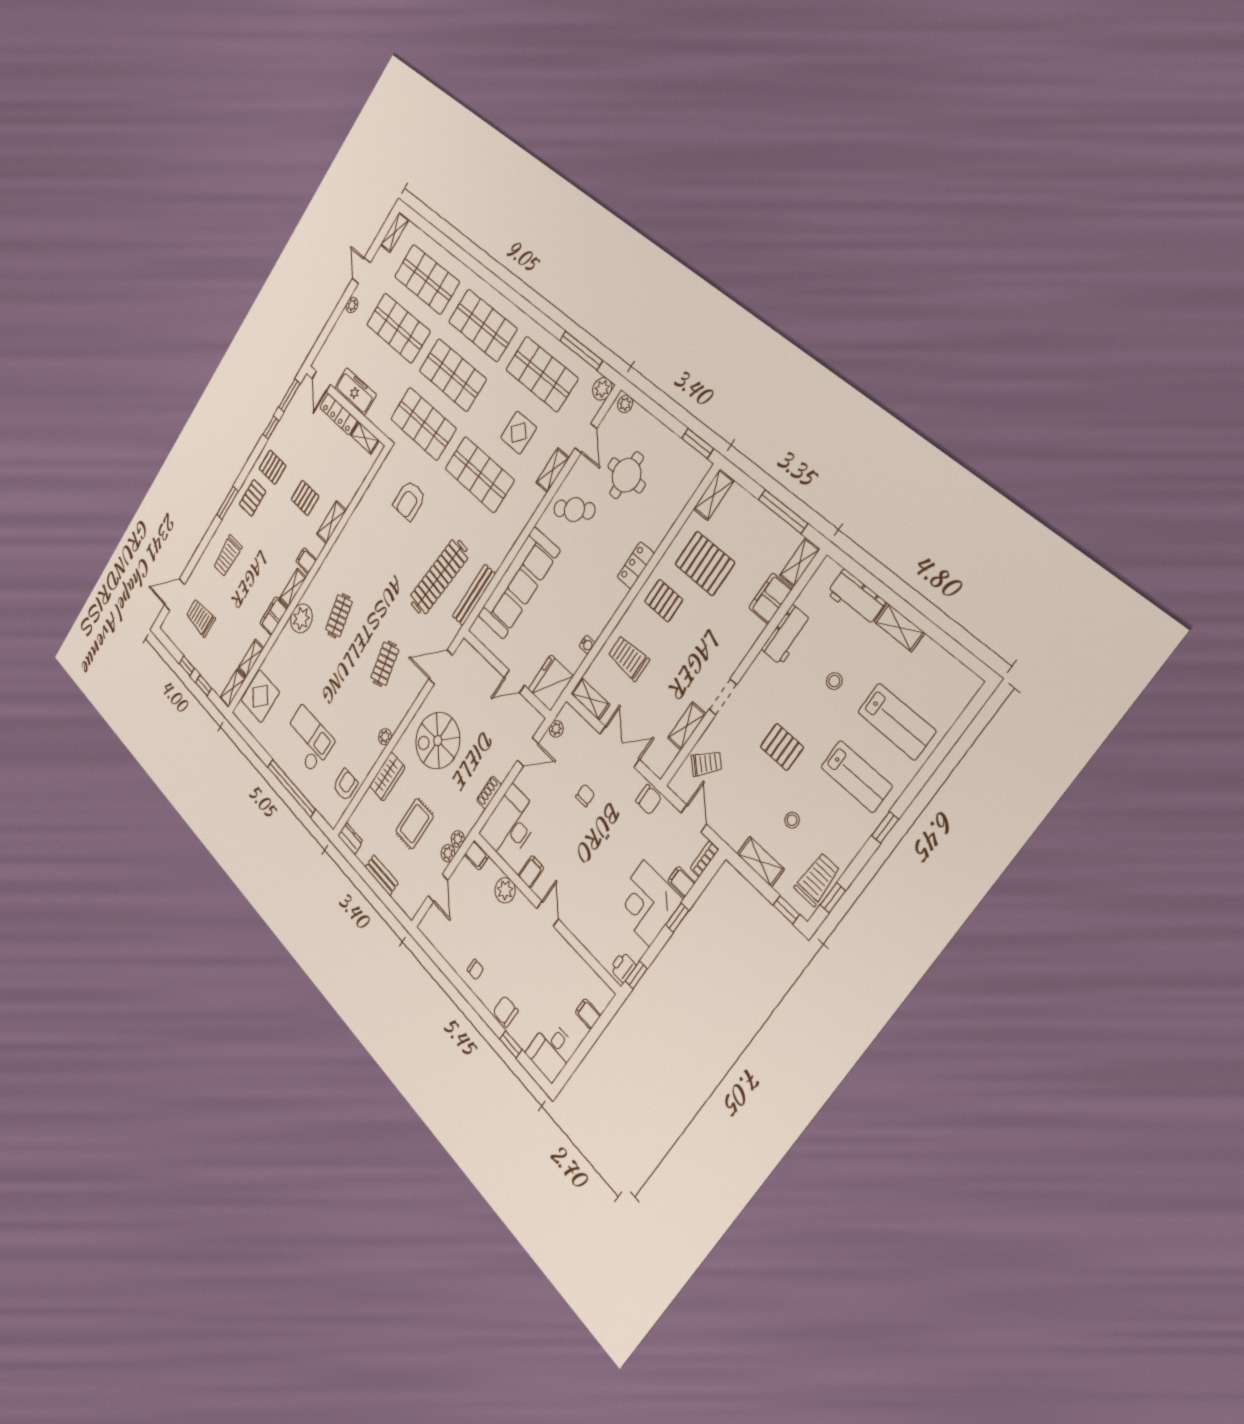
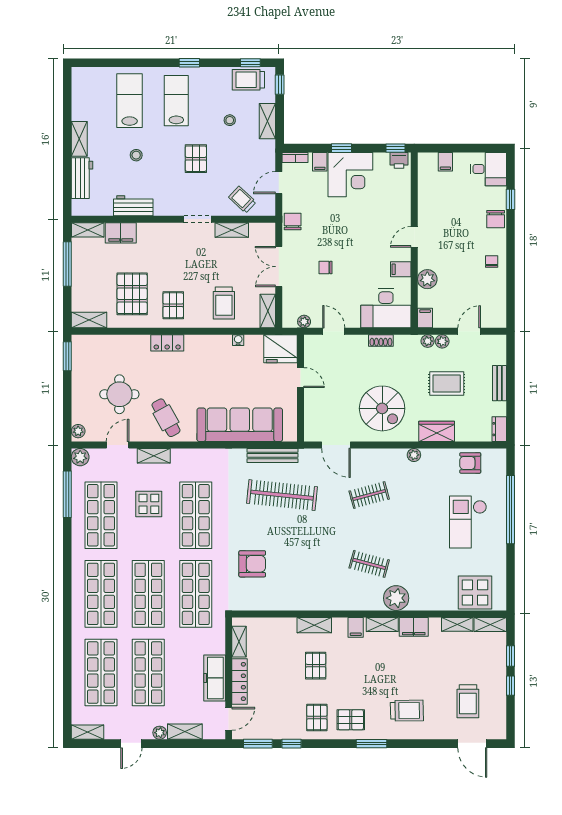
shelving: (338, 331) -> (185, 732), added
clothes rail: (339, 616) -> (369, 564), turned 30

